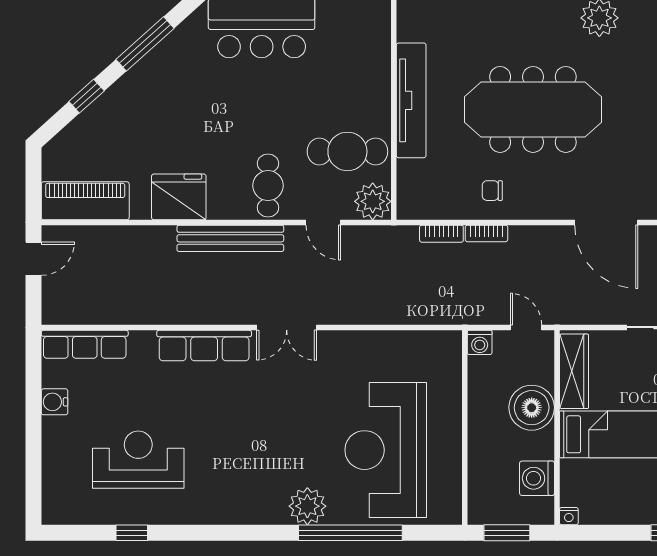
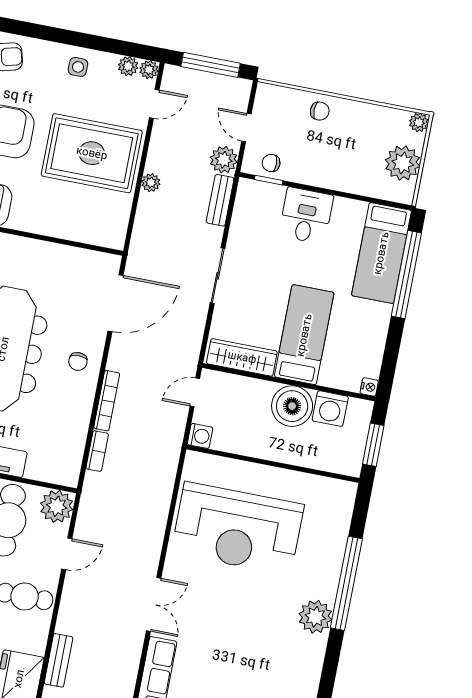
chair: (492, 191) -> (78, 361), moved
bookcase: (486, 233) -> (107, 401), width x1.56
bench: (230, 238) -> (59, 660), width x0.54, depth x0.82
boiler: (532, 408) -> (292, 406), moved
reception desk: (386, 450) -> (238, 529), moved

